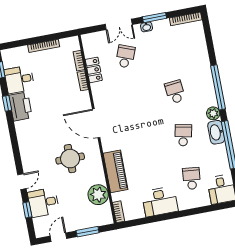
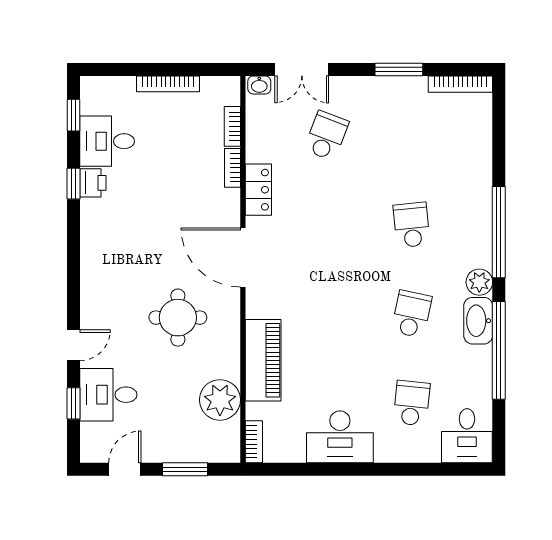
double door: (119, 24) -> (302, 69), moved
washbasin: (147, 27) -> (259, 85), moved
locker: (94, 70) -> (258, 190), moved
printer: (21, 107) -> (93, 183), width x0.53, depth x0.68

